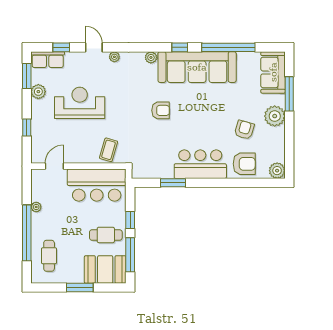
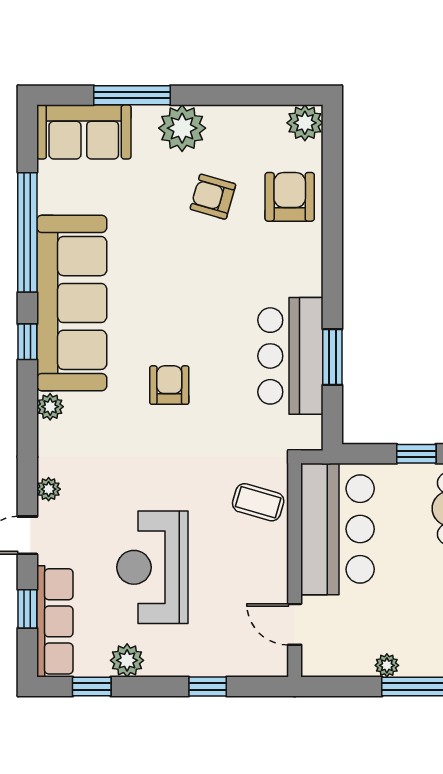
row of seats: (48, 60) -> (55, 621), width x1.48
window: (27, 76) -> (92, 687), width x0.67
bar counter: (200, 164) -> (290, 356), moved

